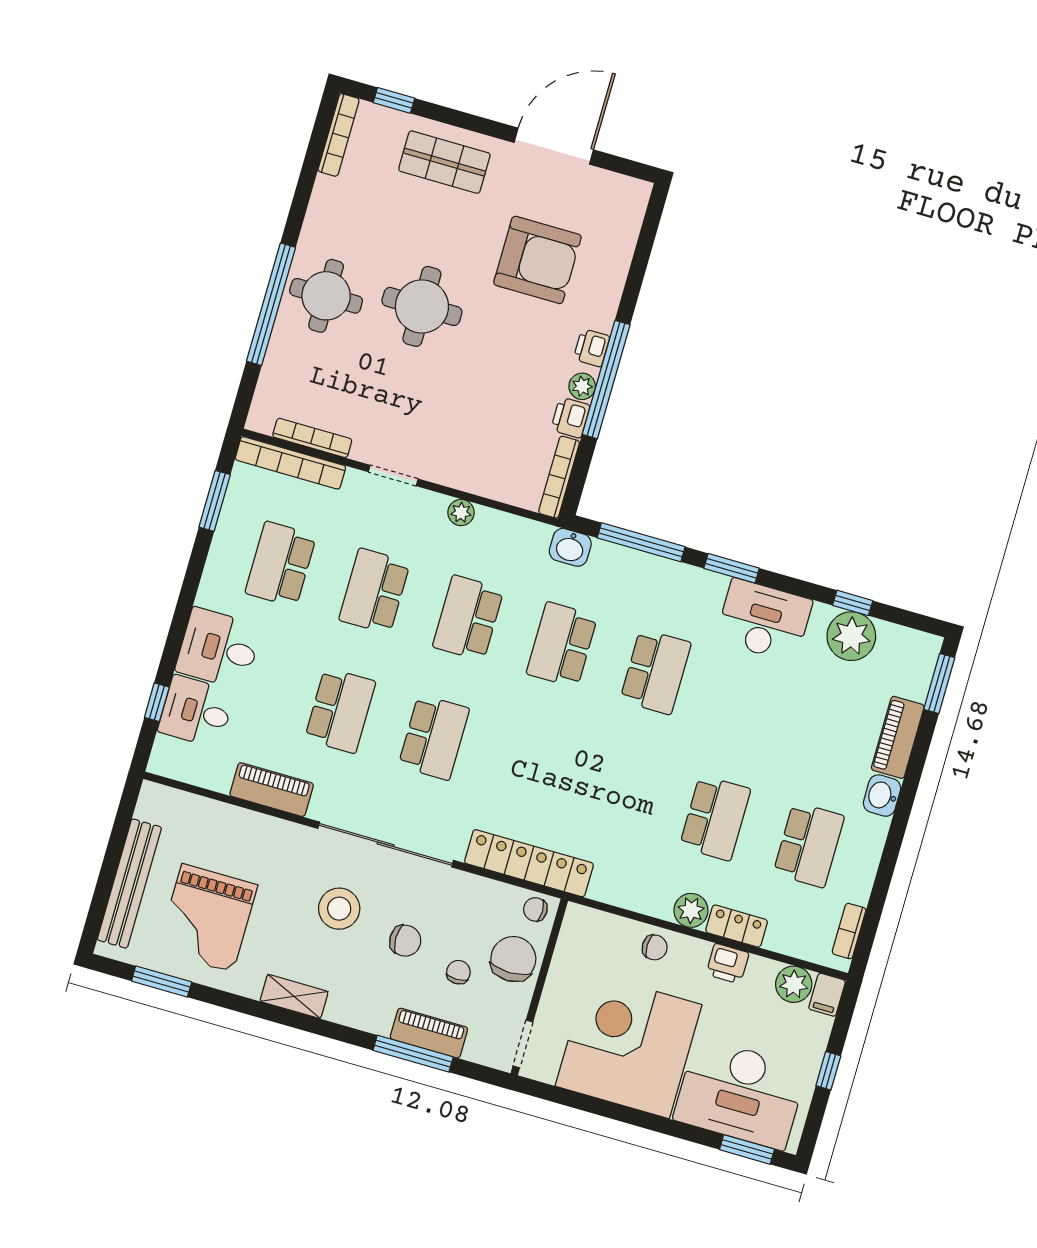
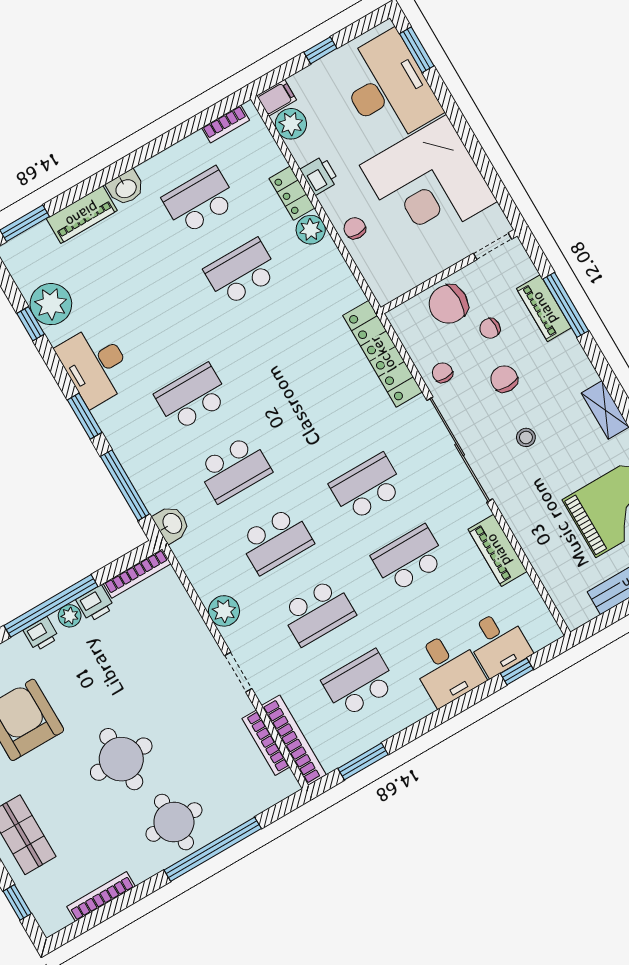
bookcase: (339, 135) -> (101, 896), moved
plant: (461, 513) -> (224, 611), width x1.38, depth x1.38
school desk: (281, 564) -> (360, 684), turned 180
stool: (339, 909) -> (526, 437), width x0.53, depth x0.53
chair: (535, 909) -> (442, 373), moved, turned 180

